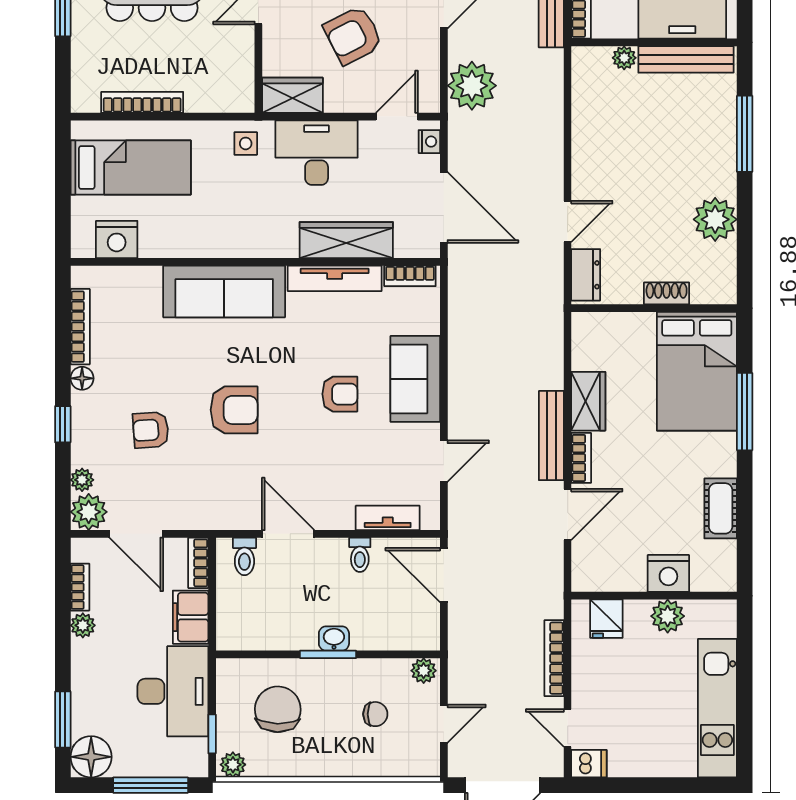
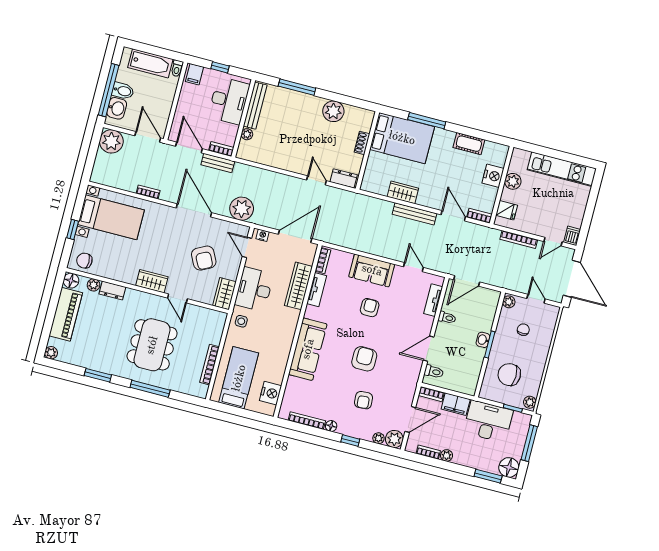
tv unit: (335, 278) -> (317, 290), width x0.71
bookcase: (581, 458) -> (479, 216), moved

